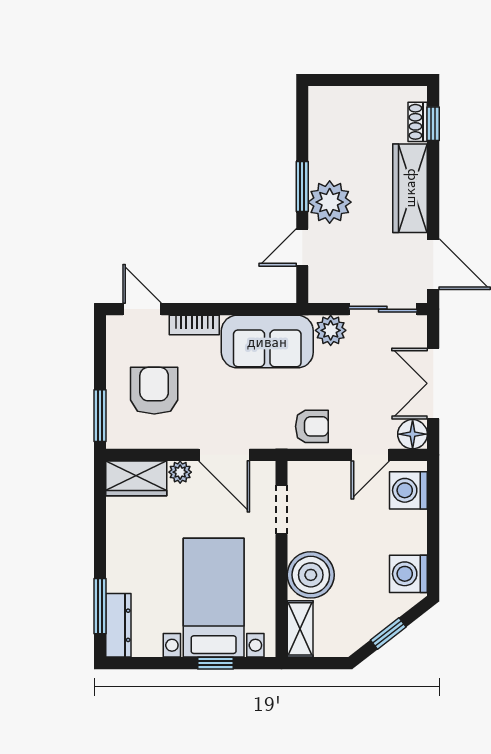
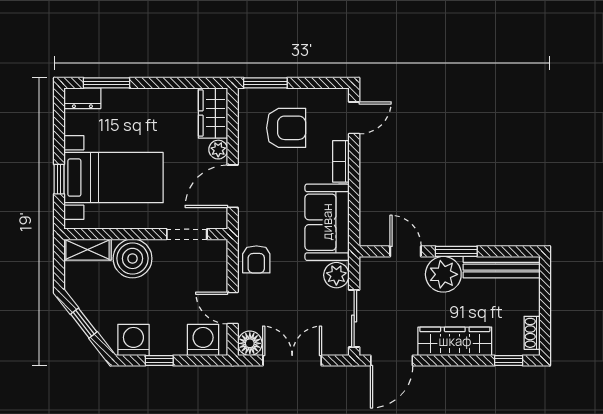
shoe rack: (418, 122) -> (532, 333), moved, turned -90
bench: (321, 132) -> (502, 267), added
window: (433, 543) -> (159, 361), added
dresser: (118, 625) -> (82, 98), width x0.70

